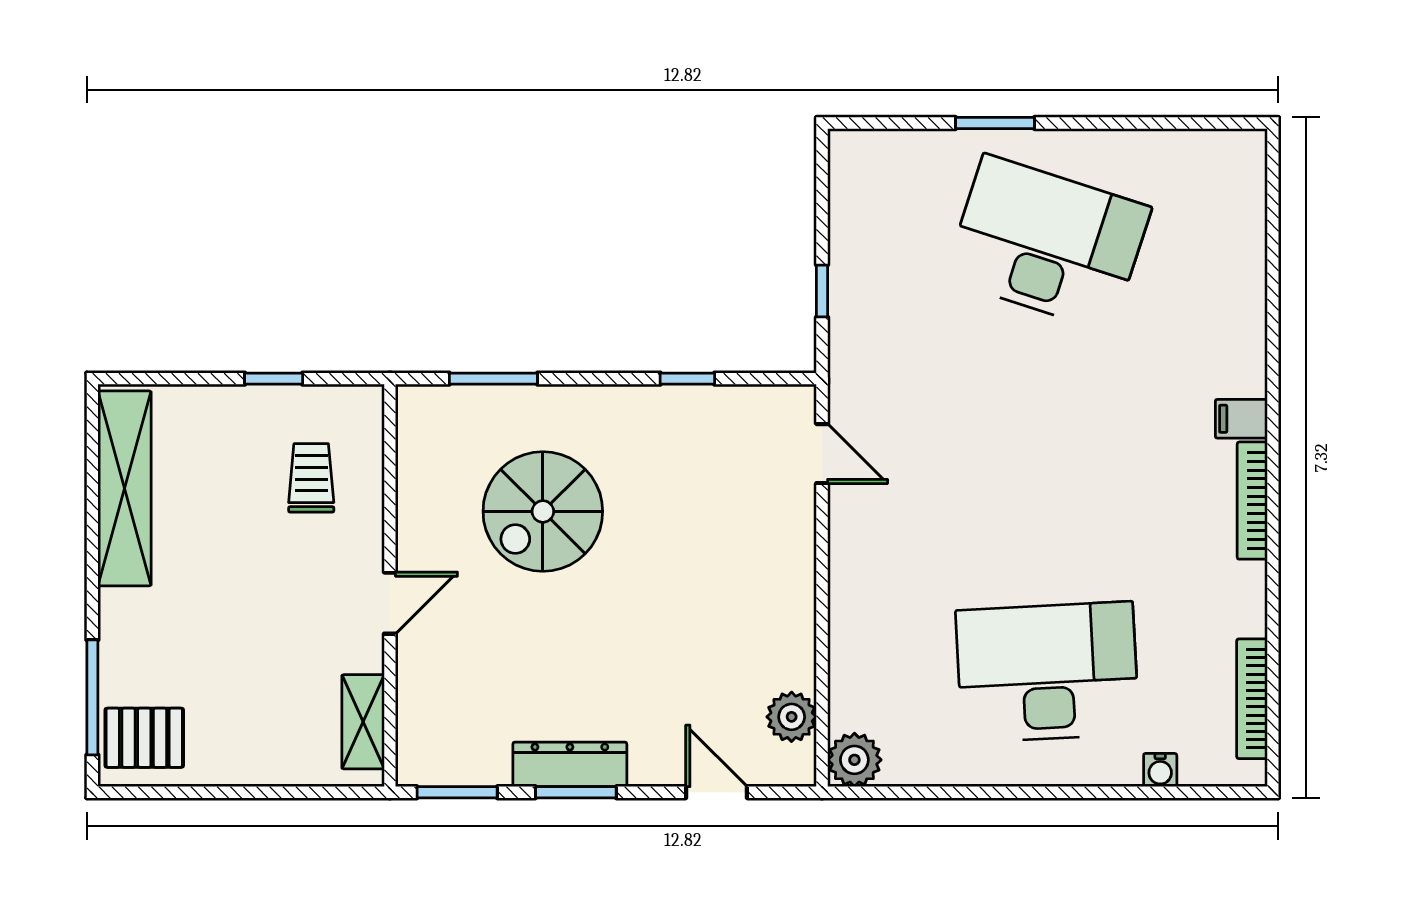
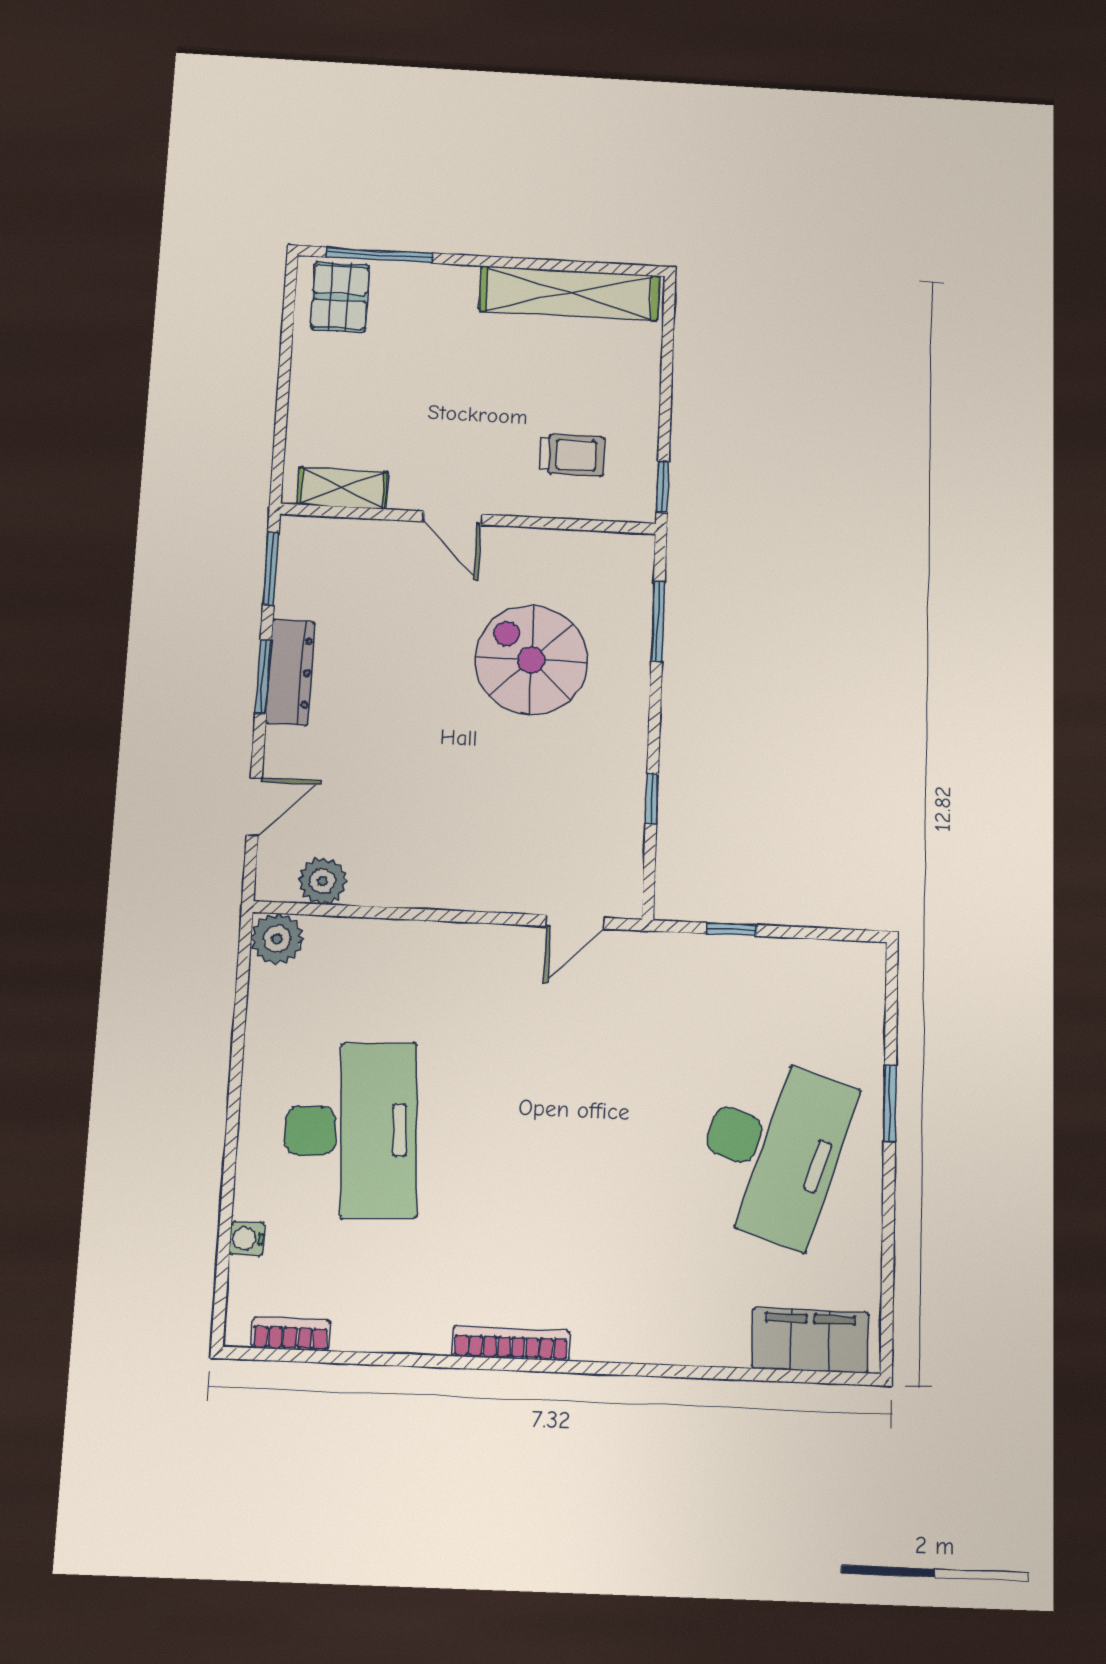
window: (274, 379) -> (663, 487), moved
filing cabinet: (1241, 419) -> (810, 1340), moved, width x3.00, depth x1.17
bookcase: (1252, 699) -> (291, 1334), width x0.64

